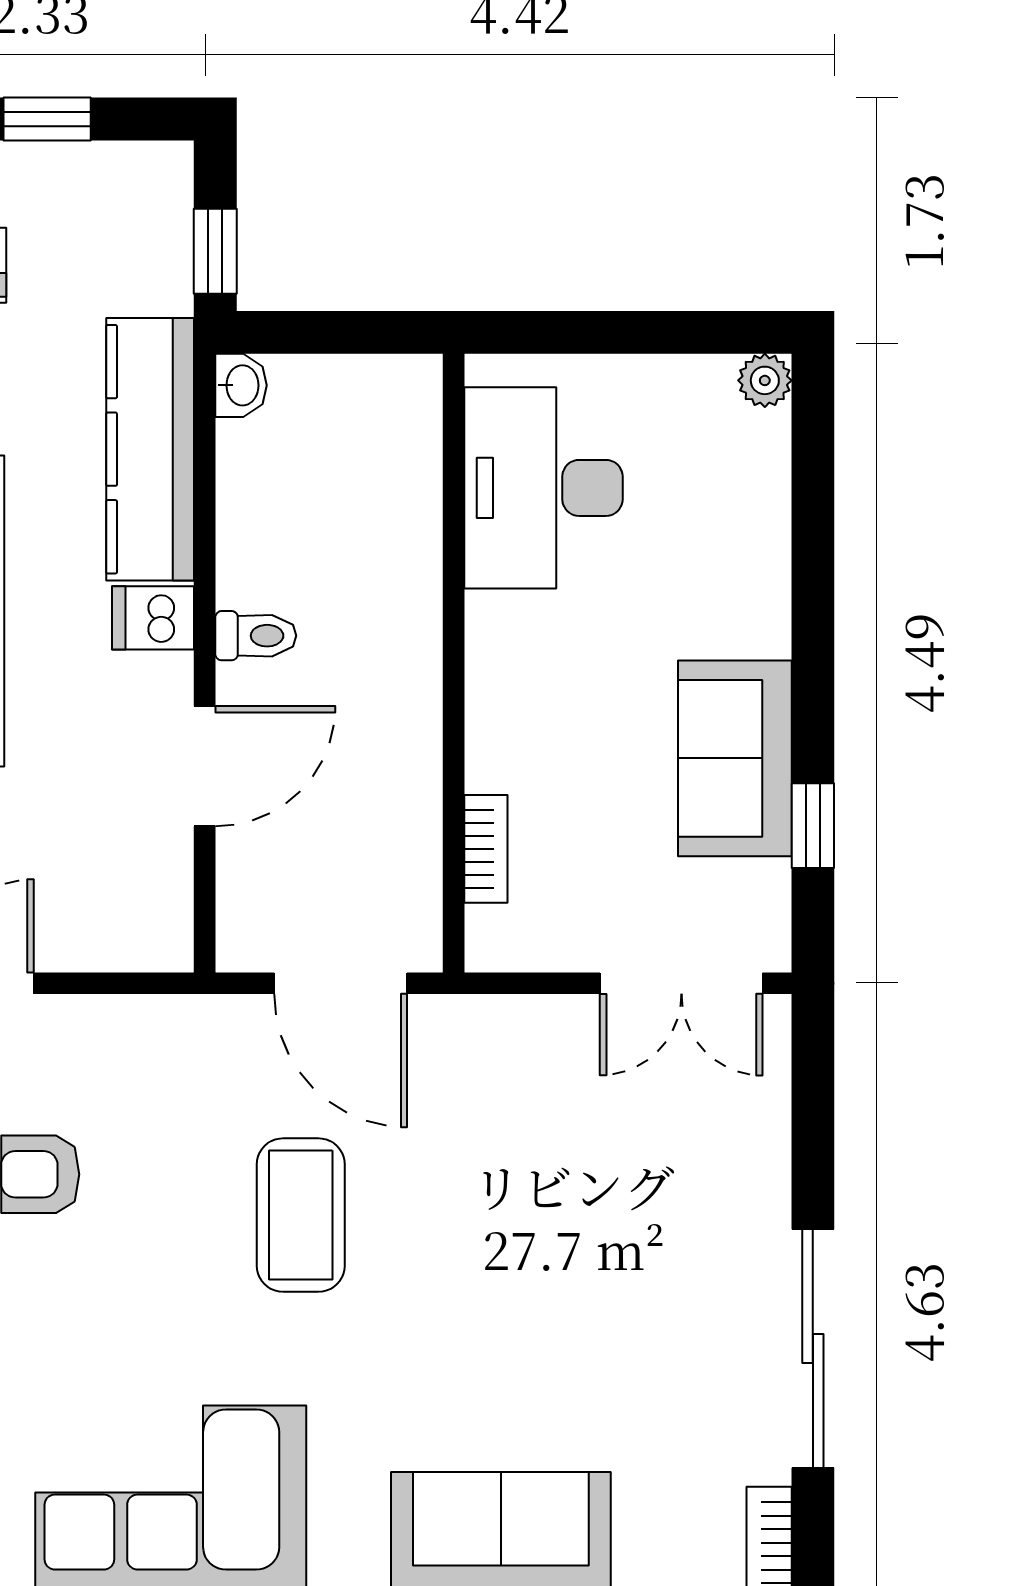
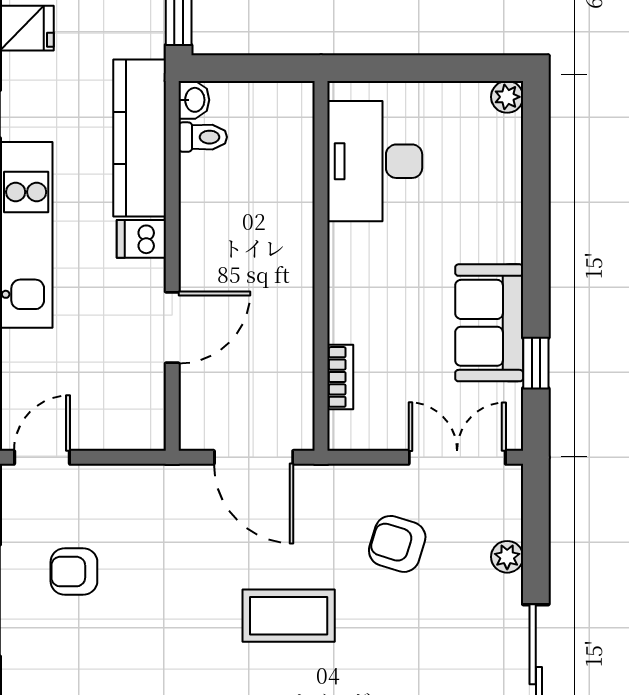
toilet: (256, 636) -> (203, 137), moved
double door: (681, 983) -> (457, 457), swing flipped
armchair: (581, 1128) -> (397, 544), added
plant: (765, 1150) -> (507, 557), added
coffee table: (301, 1215) -> (289, 616), moved, turned 90

